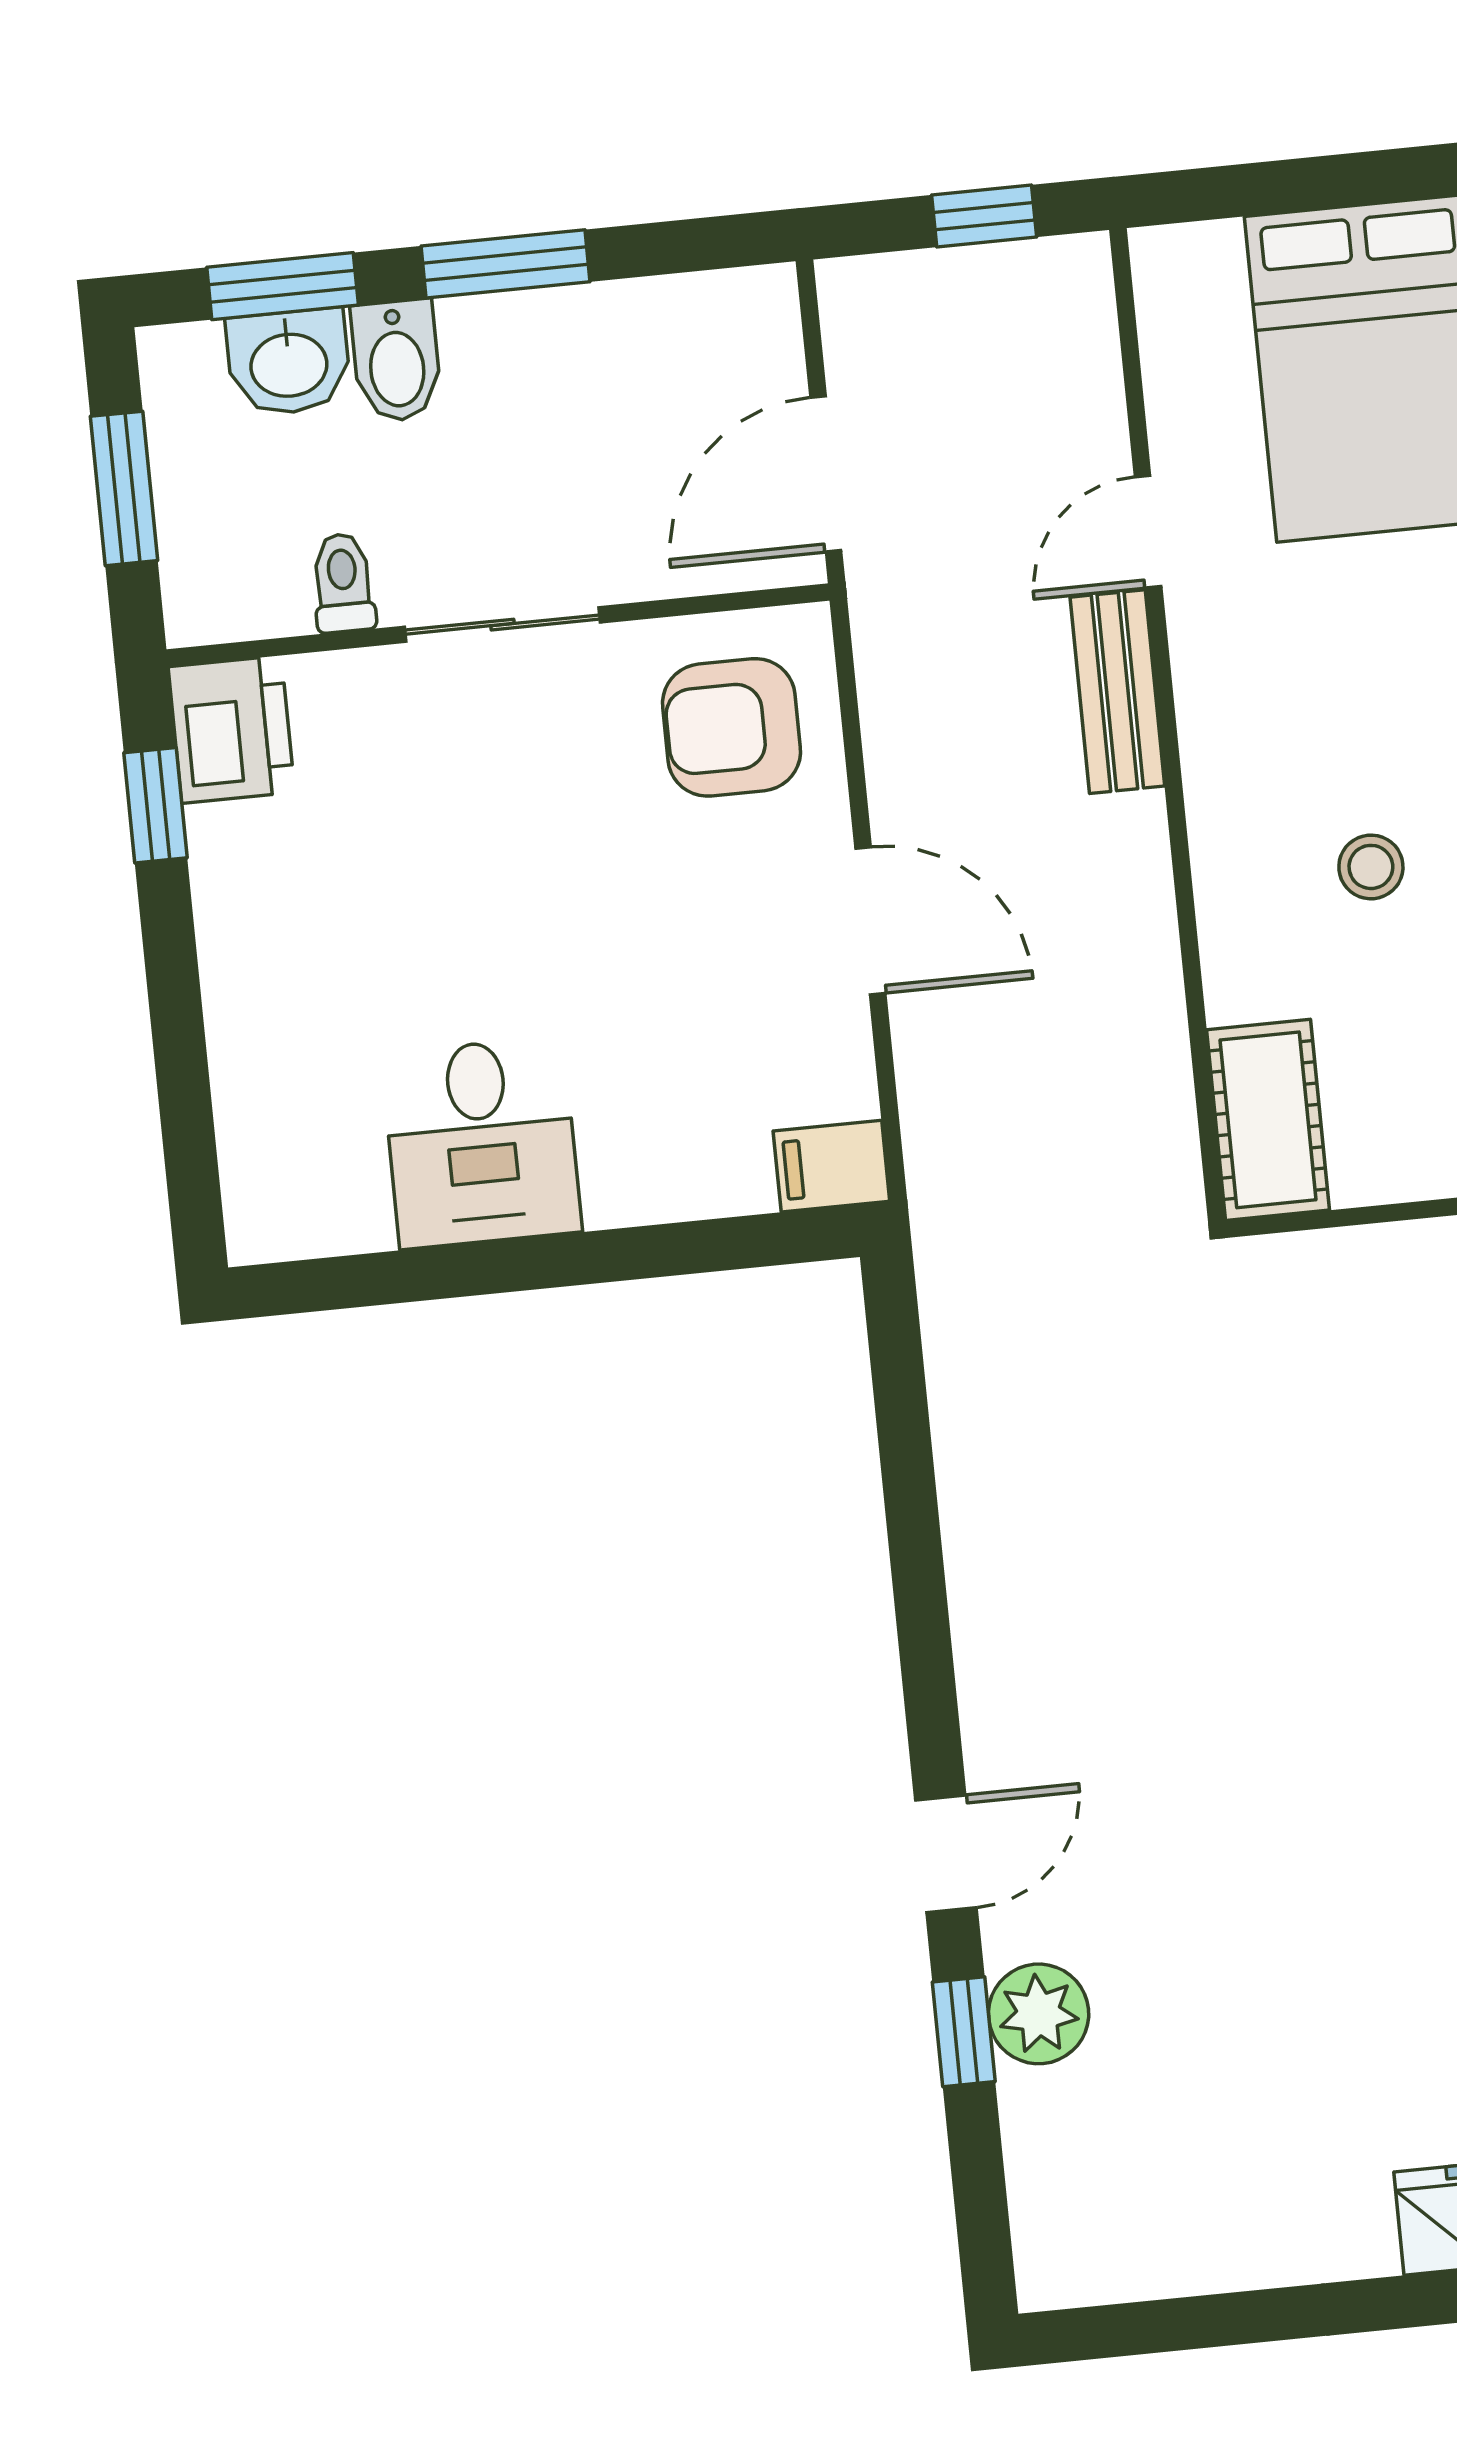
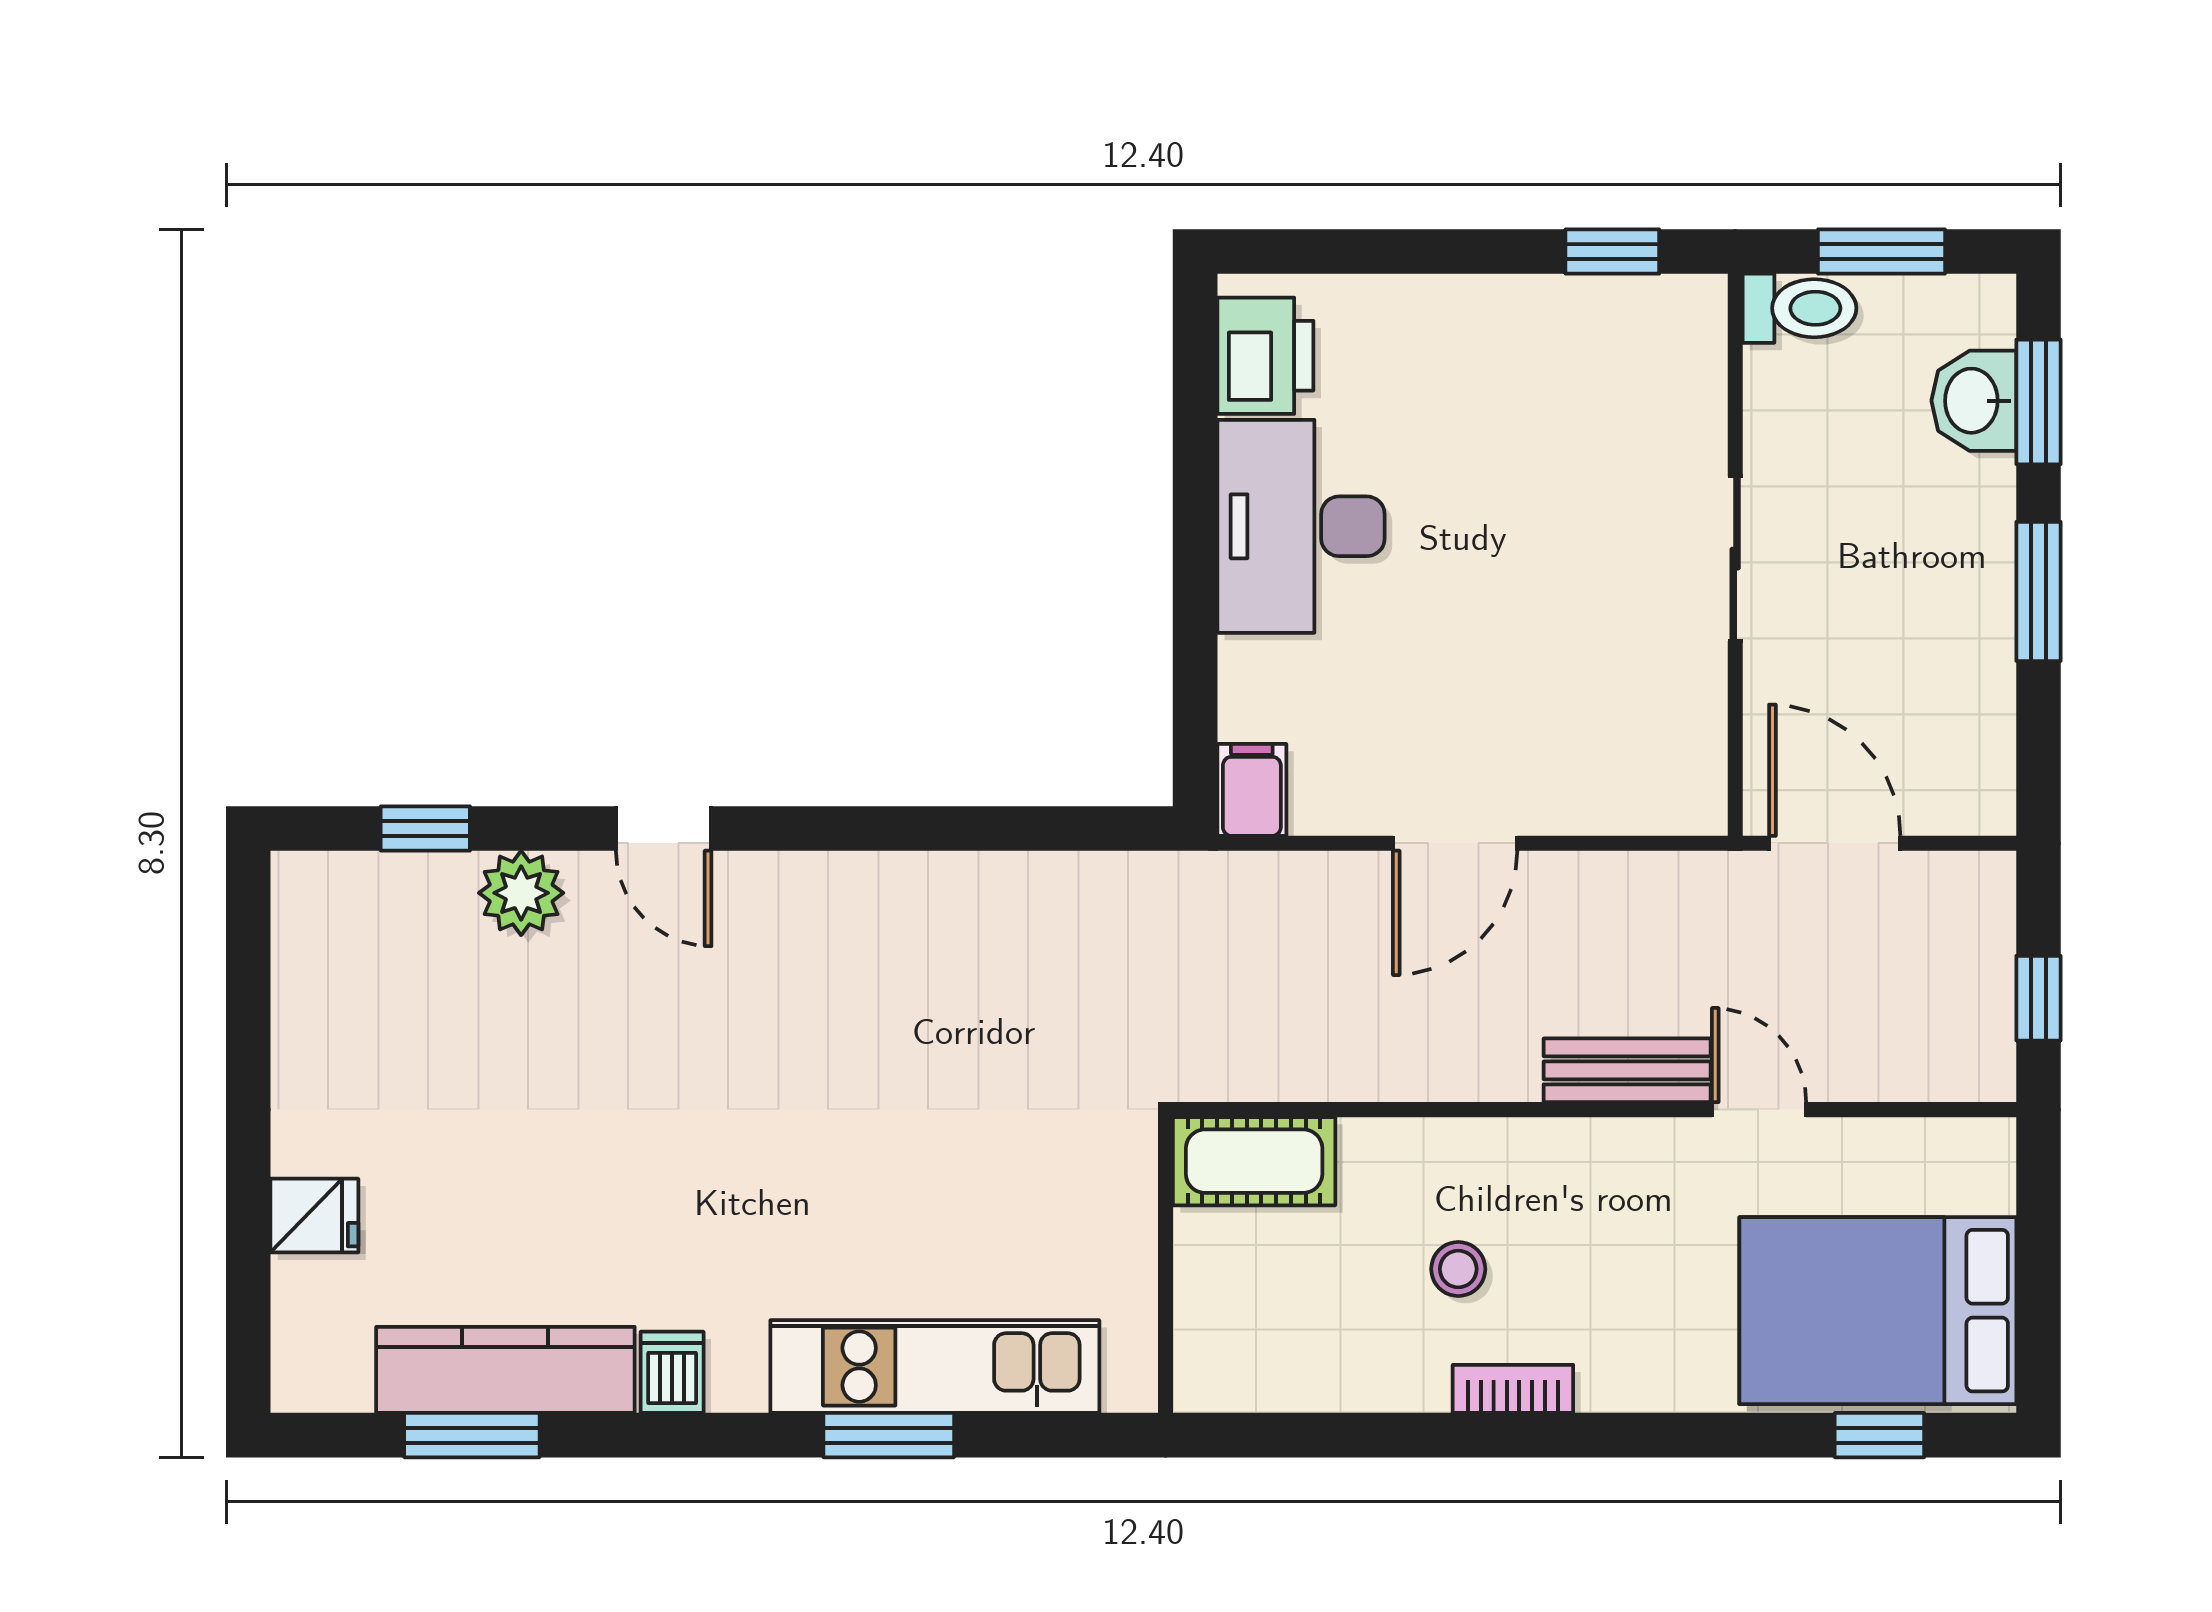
bidet: (396, 361) -> (1966, 491), removed
toilet: (343, 583) -> (1799, 308), moved, width x1.37, depth x1.39
armchair: (732, 727) -> (1629, 743), removed
printer: (231, 730) -> (1265, 356), moved, turned -90
desk: (481, 1143) -> (1301, 526), width x1.37
window: (964, 2032) -> (425, 829), moved

